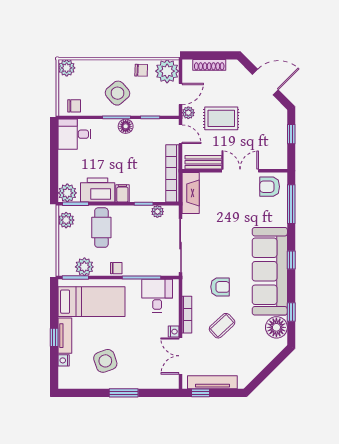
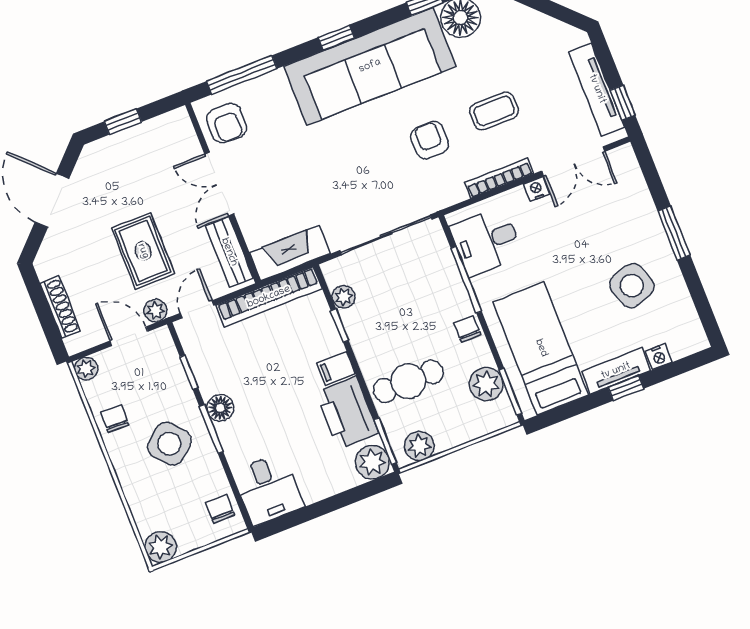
plant: (167, 71) -> (86, 369), width x0.53, depth x0.53
coffee table: (222, 326) -> (494, 111), turned -47

